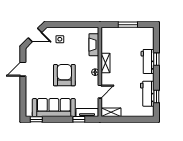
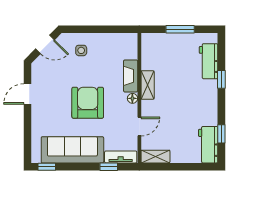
fireplace: (94, 45) -> (131, 76), moved
workbench: (148, 61) -> (209, 61), moved
workbench: (147, 94) -> (208, 145), moved

